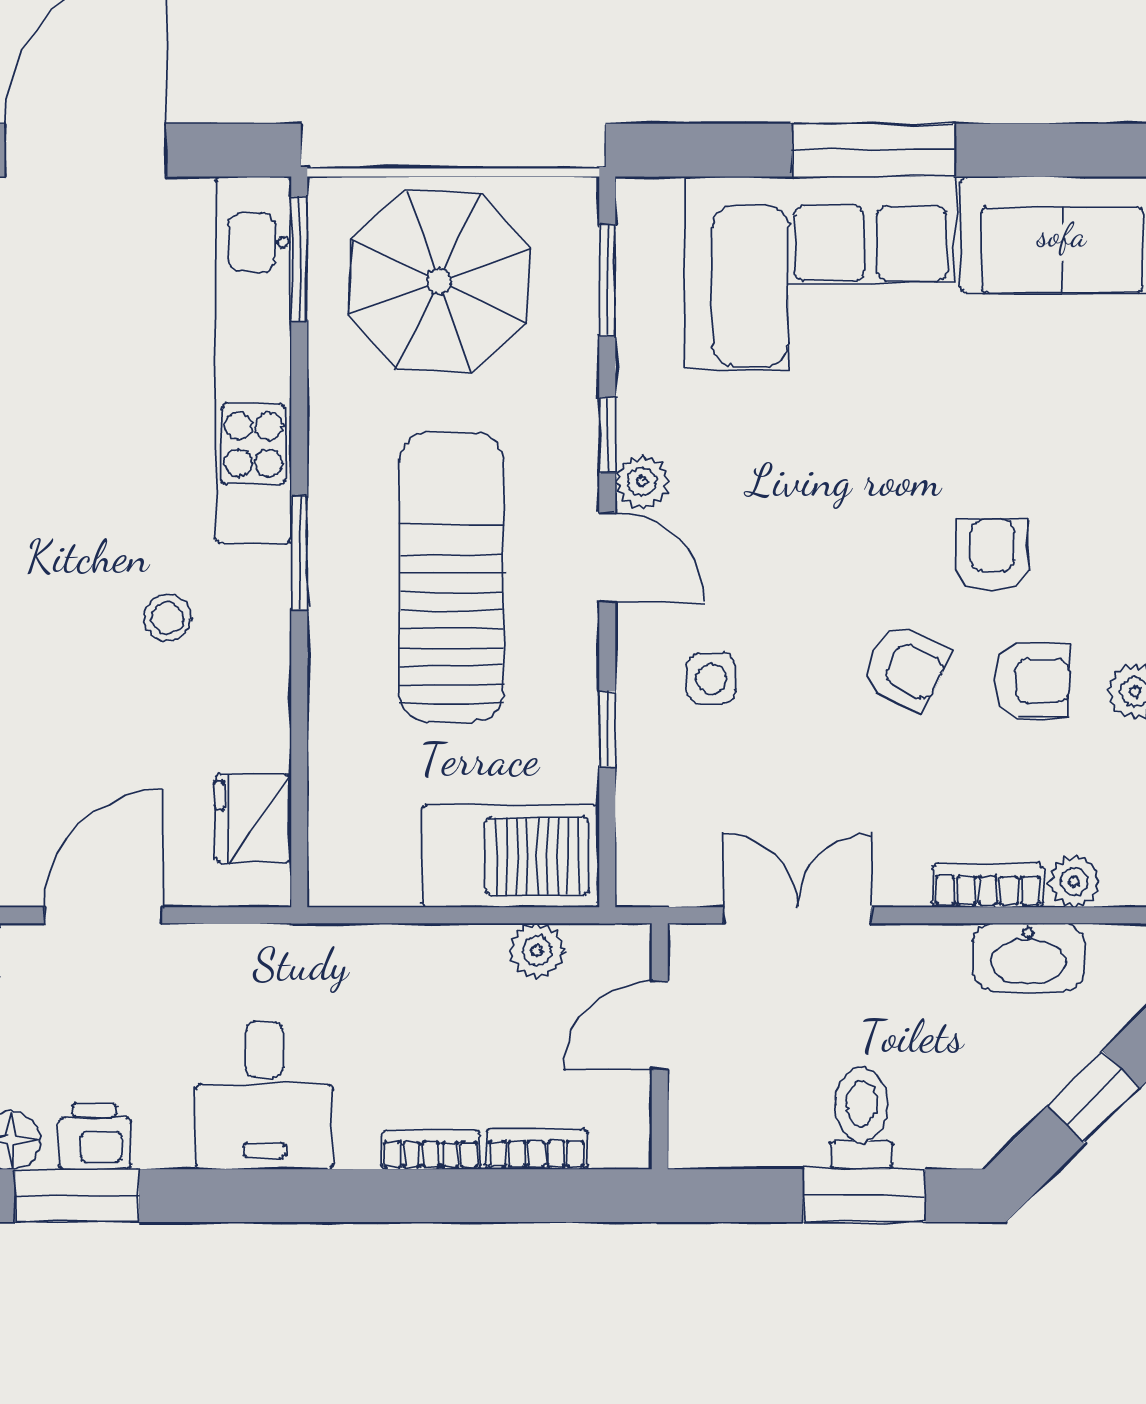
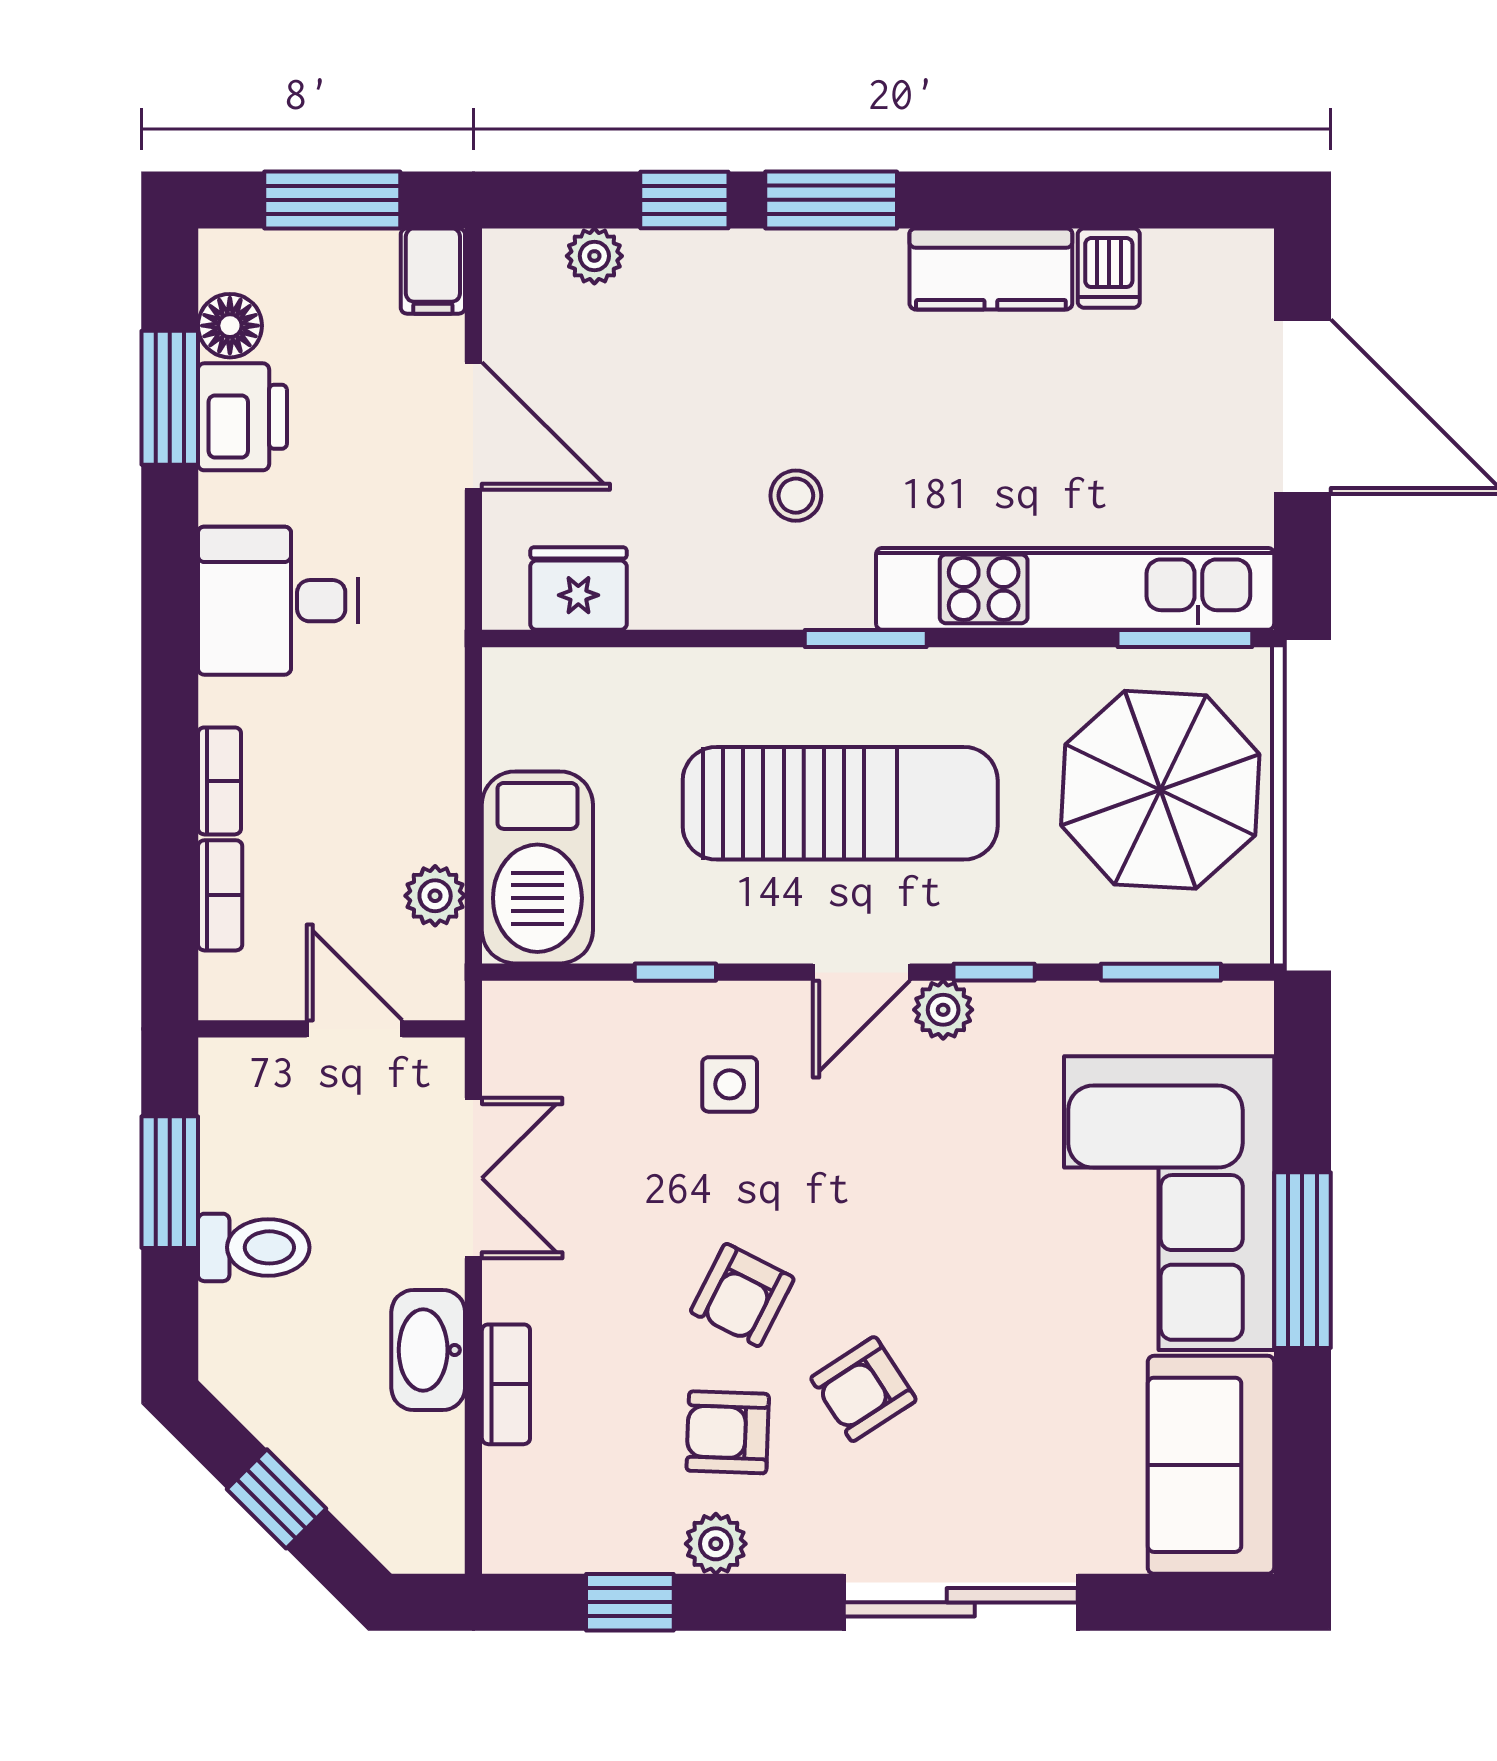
armchair: (992, 555) -> (863, 1389), turned 147
armchair: (1032, 681) -> (728, 1432), turned 92
plant: (1074, 882) -> (510, 1478), removed
washbasin: (1028, 957) -> (428, 1350), moved
printer: (95, 1136) -> (242, 417), width x1.36, depth x1.24
window: (864, 1196) -> (170, 1182), moved

